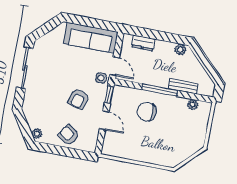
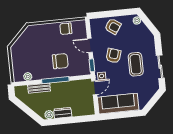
dresser: (143, 43) -> (63, 113), moved
door: (114, 66) -> (94, 88), swing flipped
sliding door: (25, 68) -> (160, 67), width x0.73
coffee table: (54, 80) -> (136, 64), added
chair: (128, 150) -> (66, 29), added

